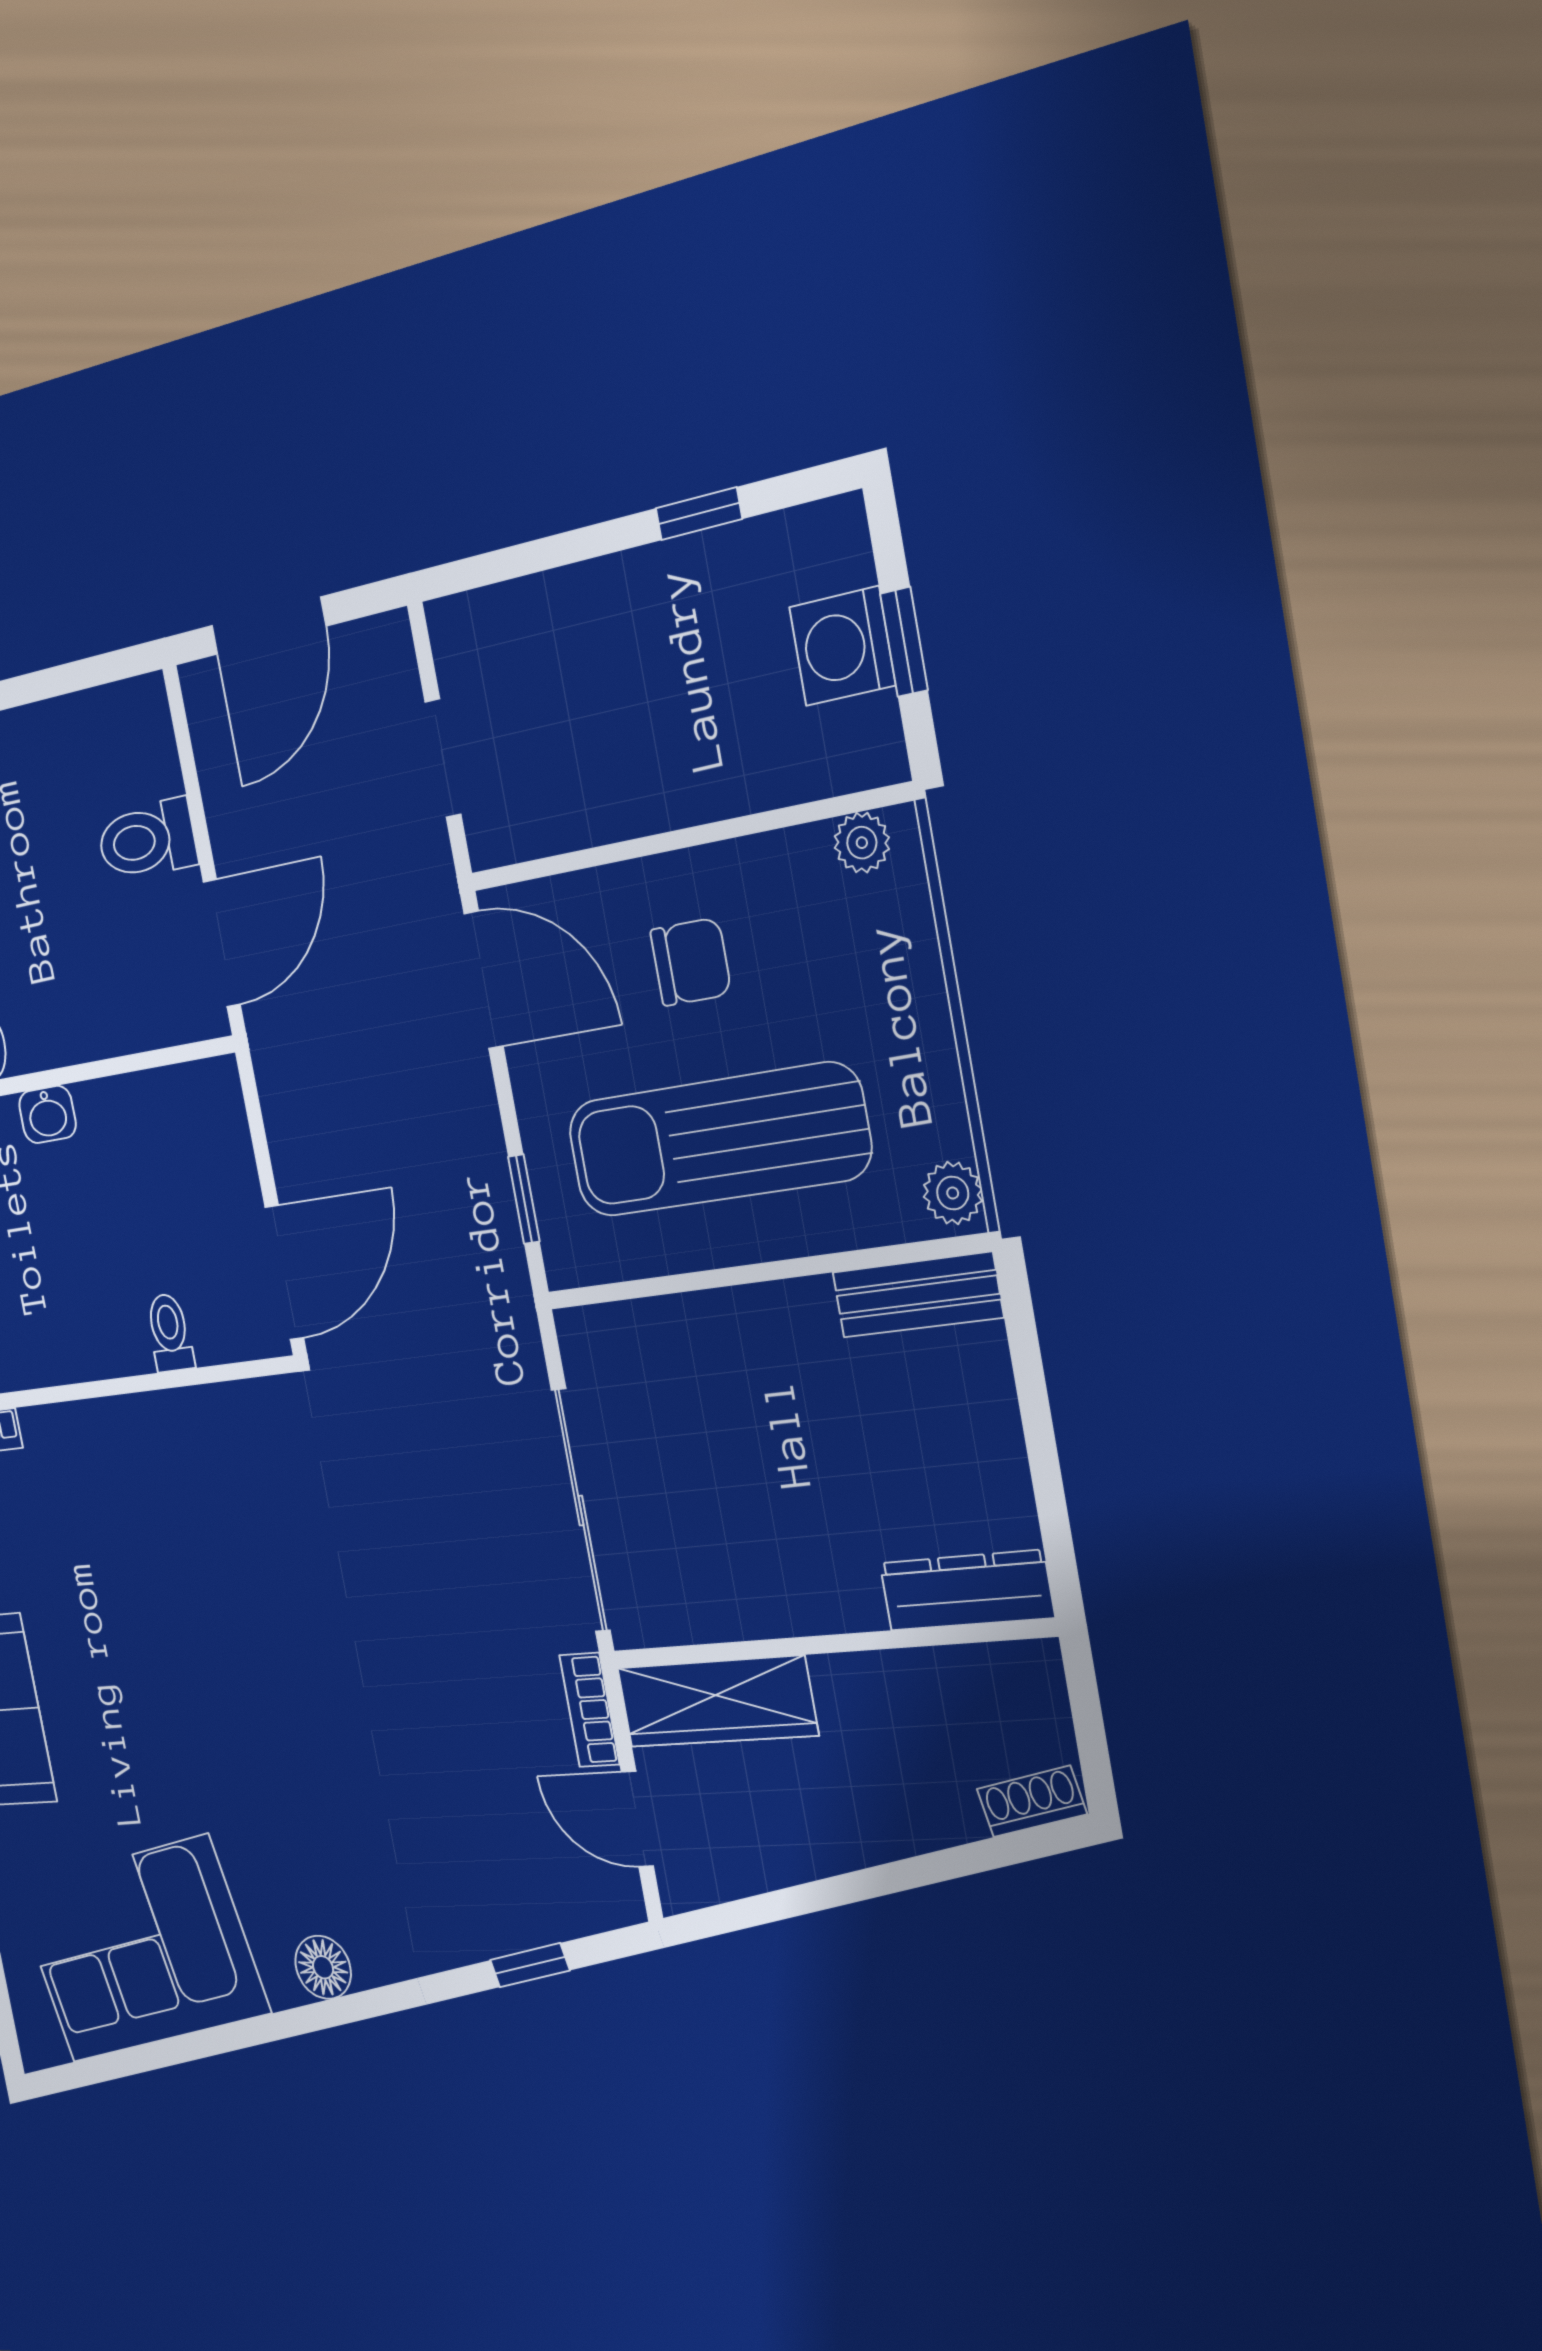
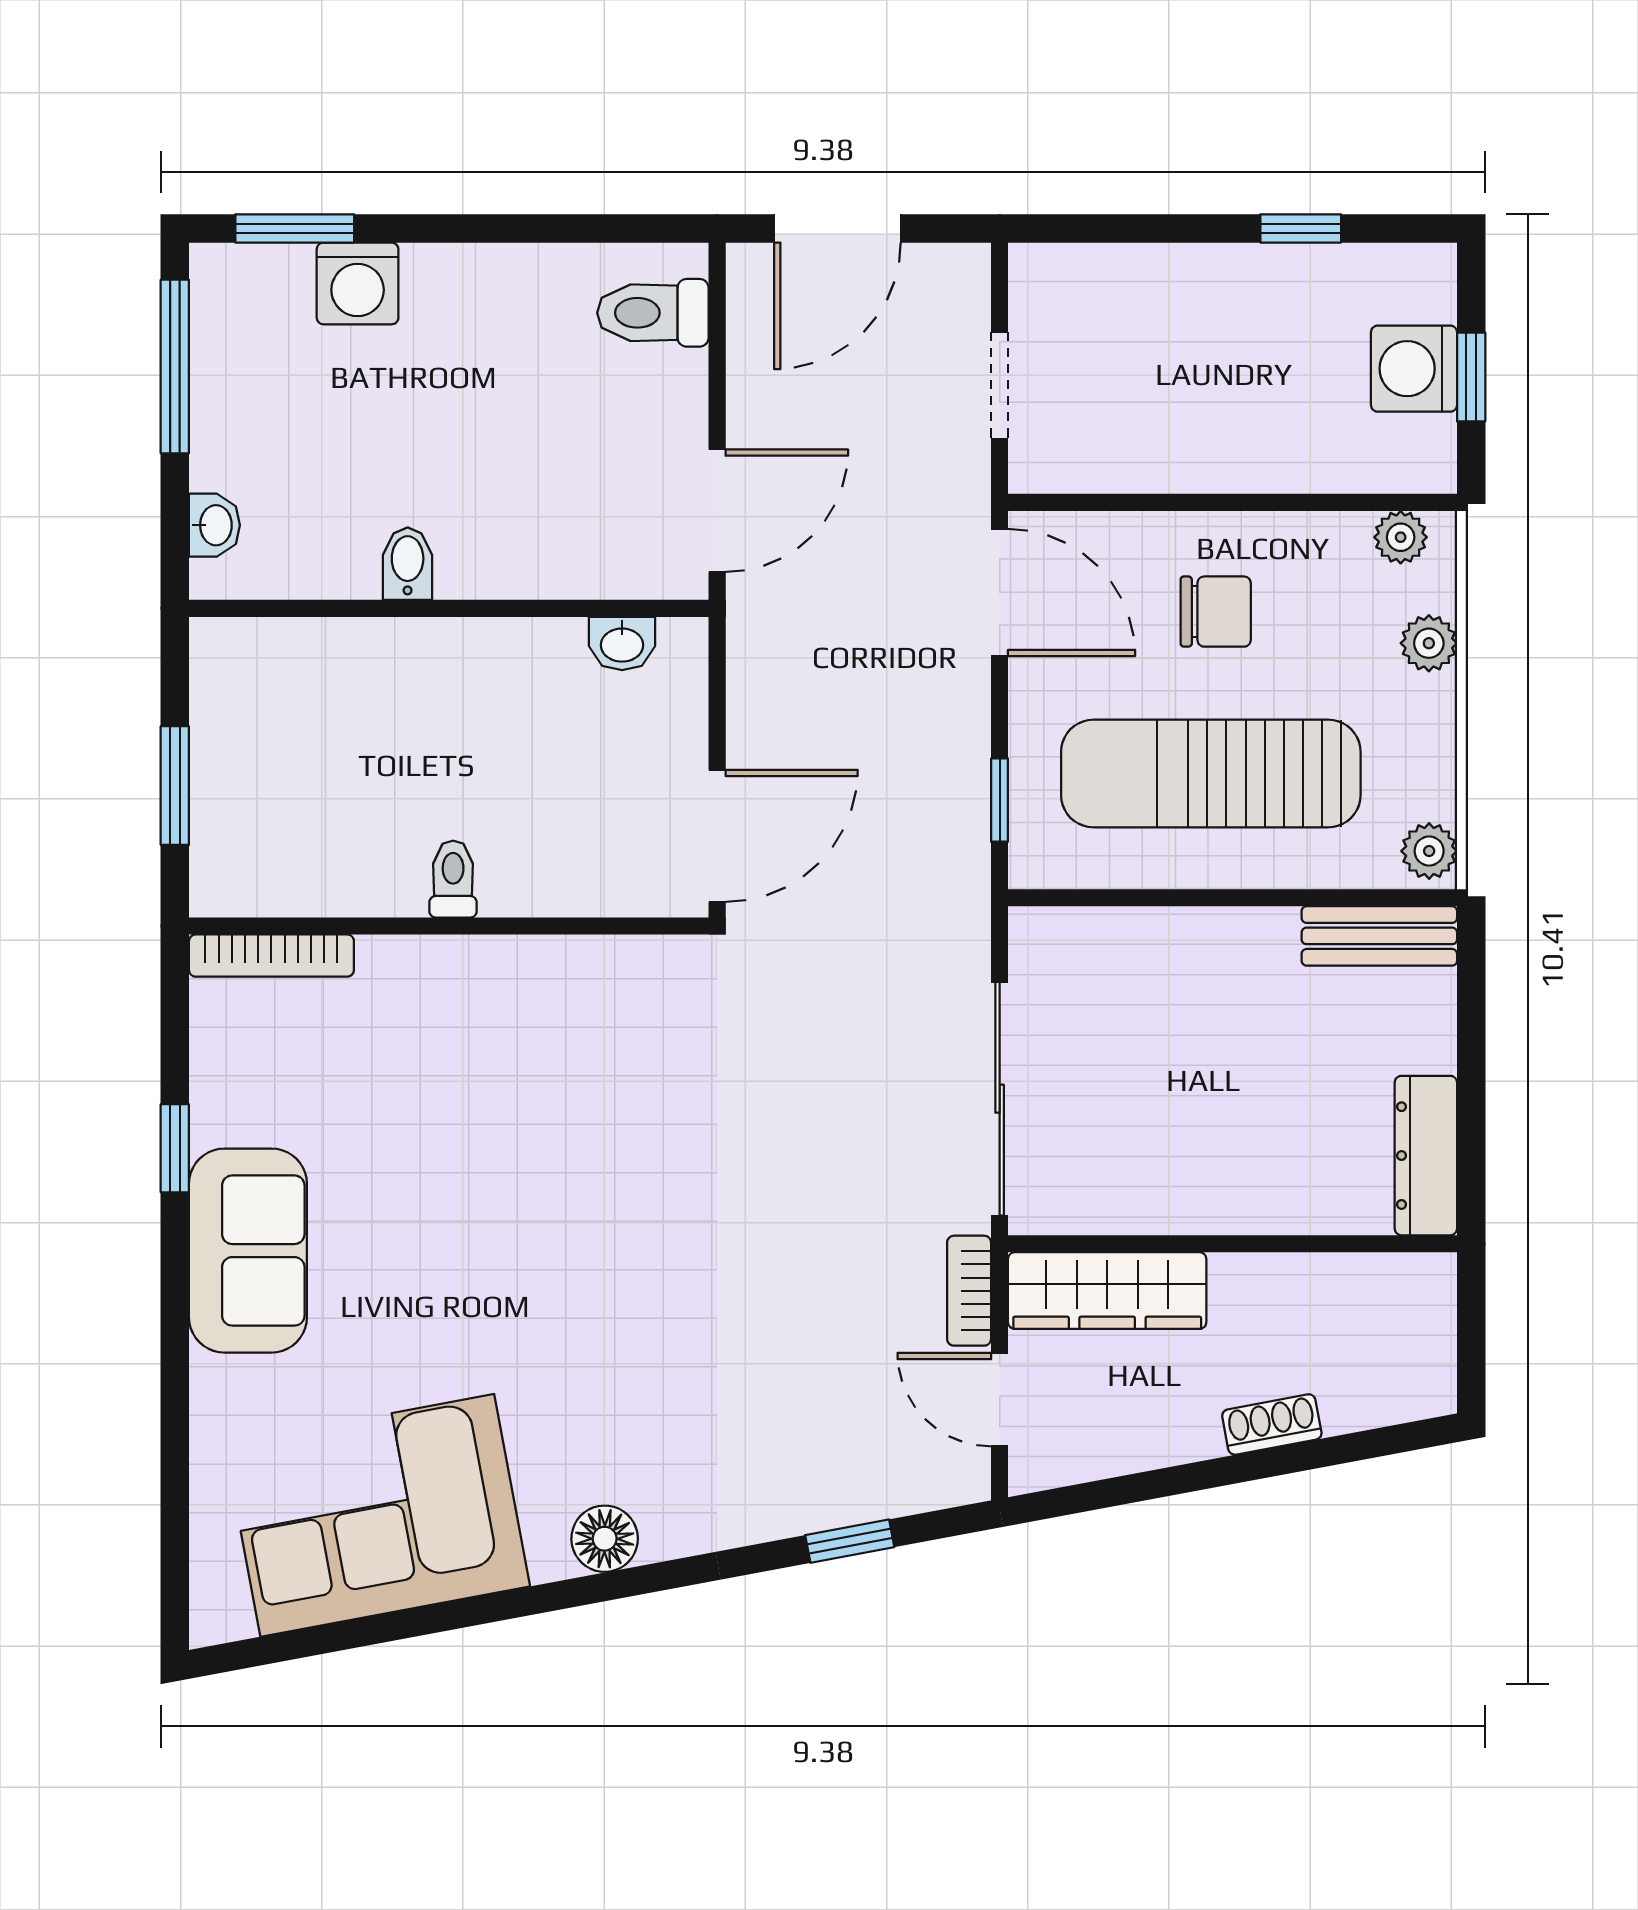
toilet: (147, 840) -> (653, 313), moved
plant: (912, 958) -> (1429, 643), added
washbasin: (47, 1114) -> (622, 643), moved
toilet: (170, 1333) -> (453, 879), moved
dresser: (967, 1590) -> (1426, 1156), moved, turned -90
shoe rack: (1032, 1801) -> (1272, 1424), moved

